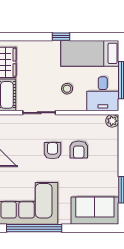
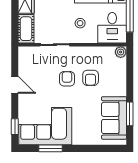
sofa: (95, 211) -> (114, 118), moved, turned -90
window: (34, 228) -> (50, 148), width x0.47

